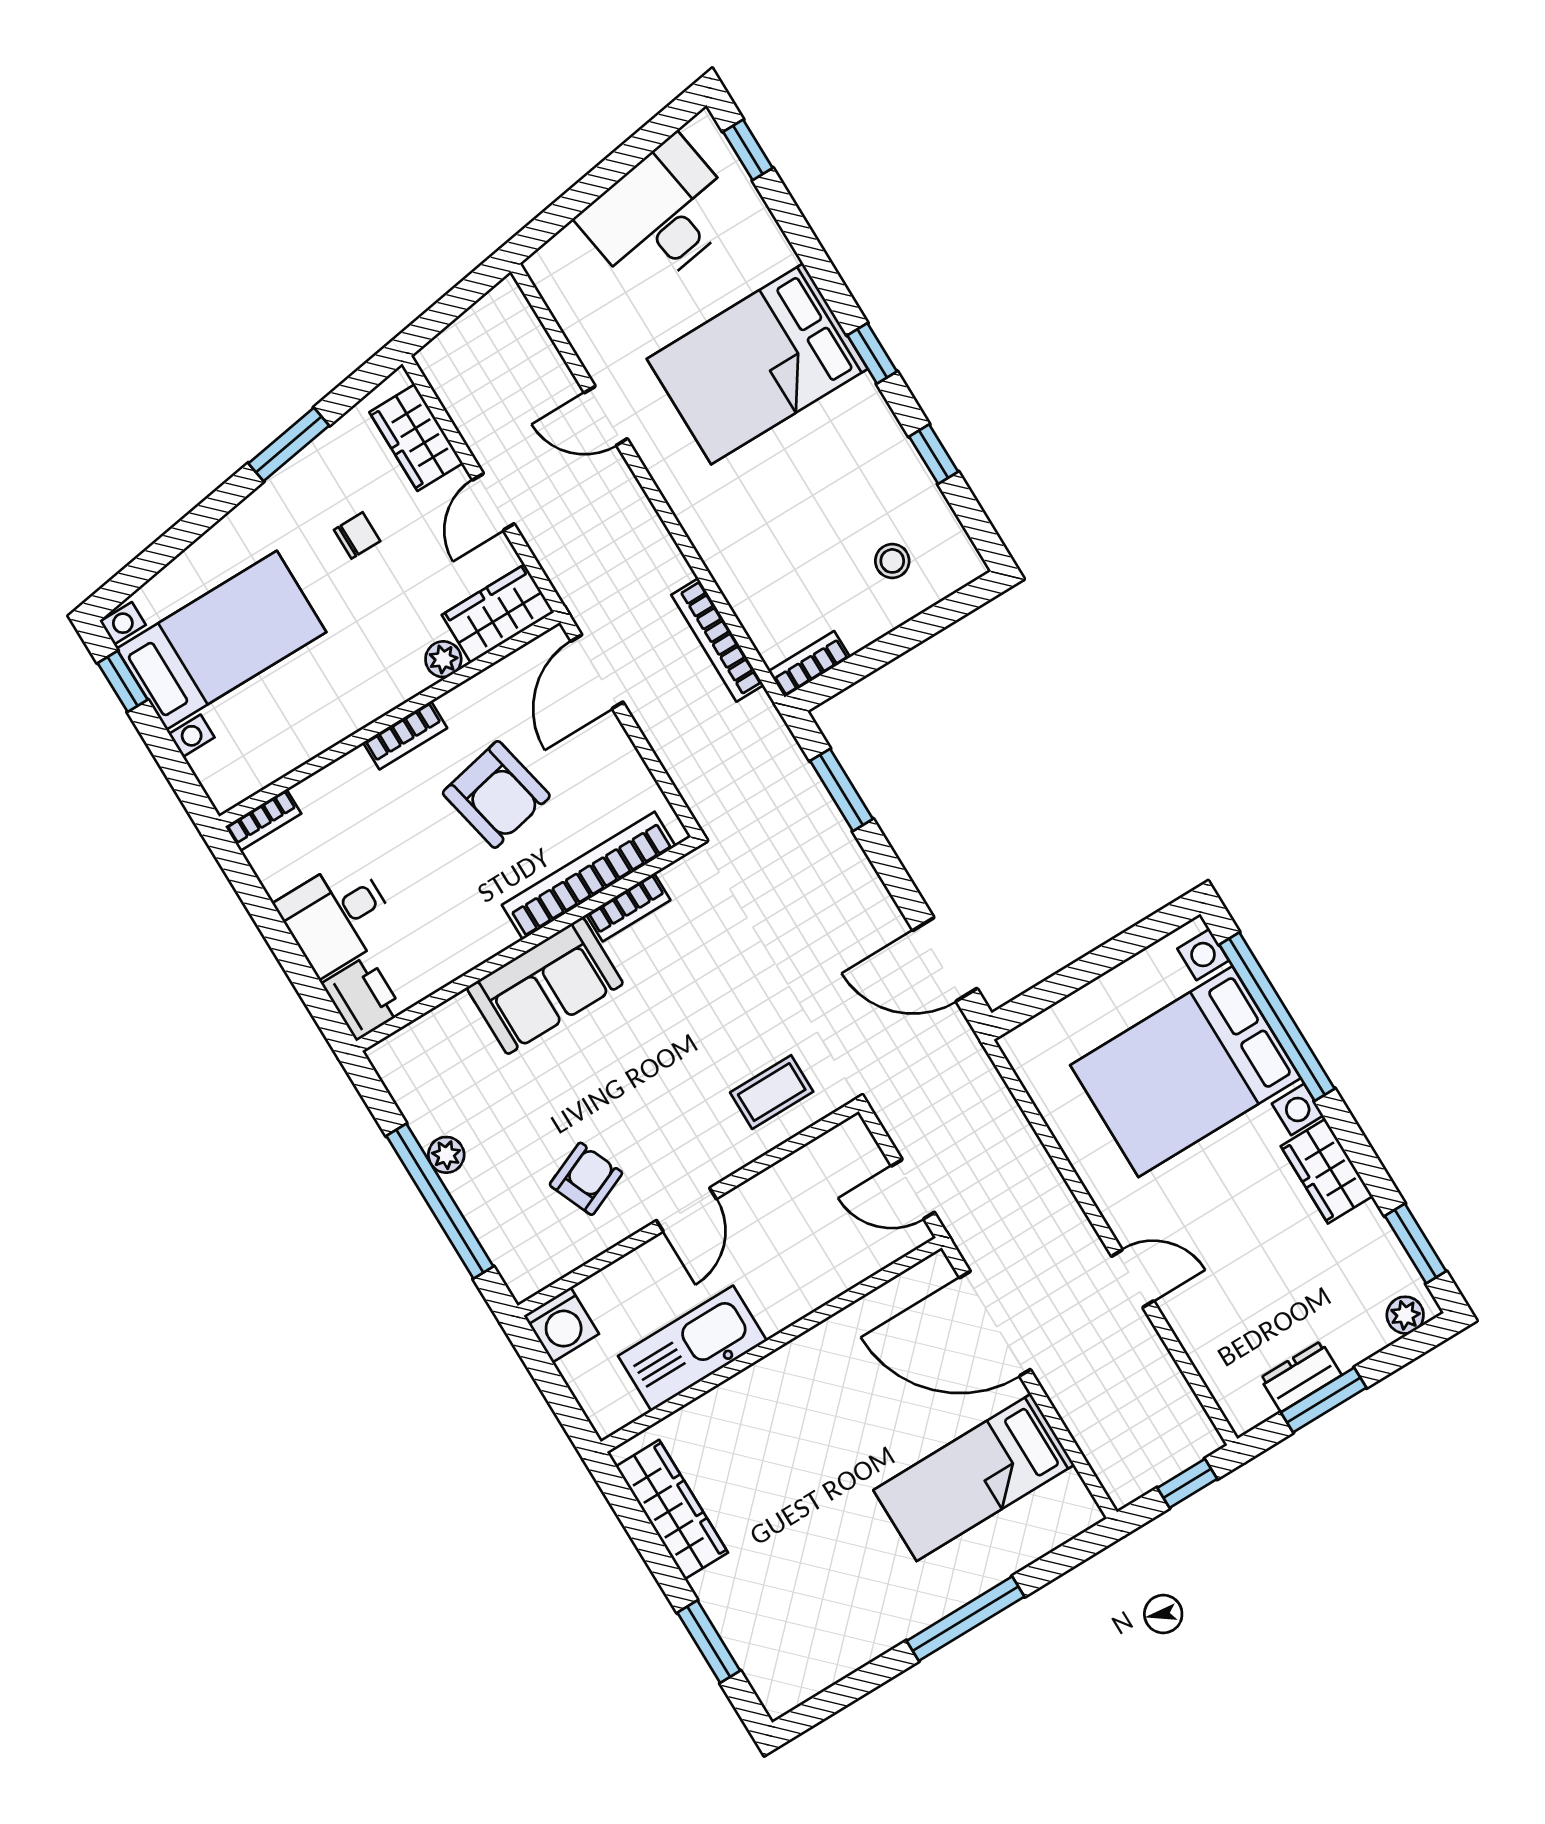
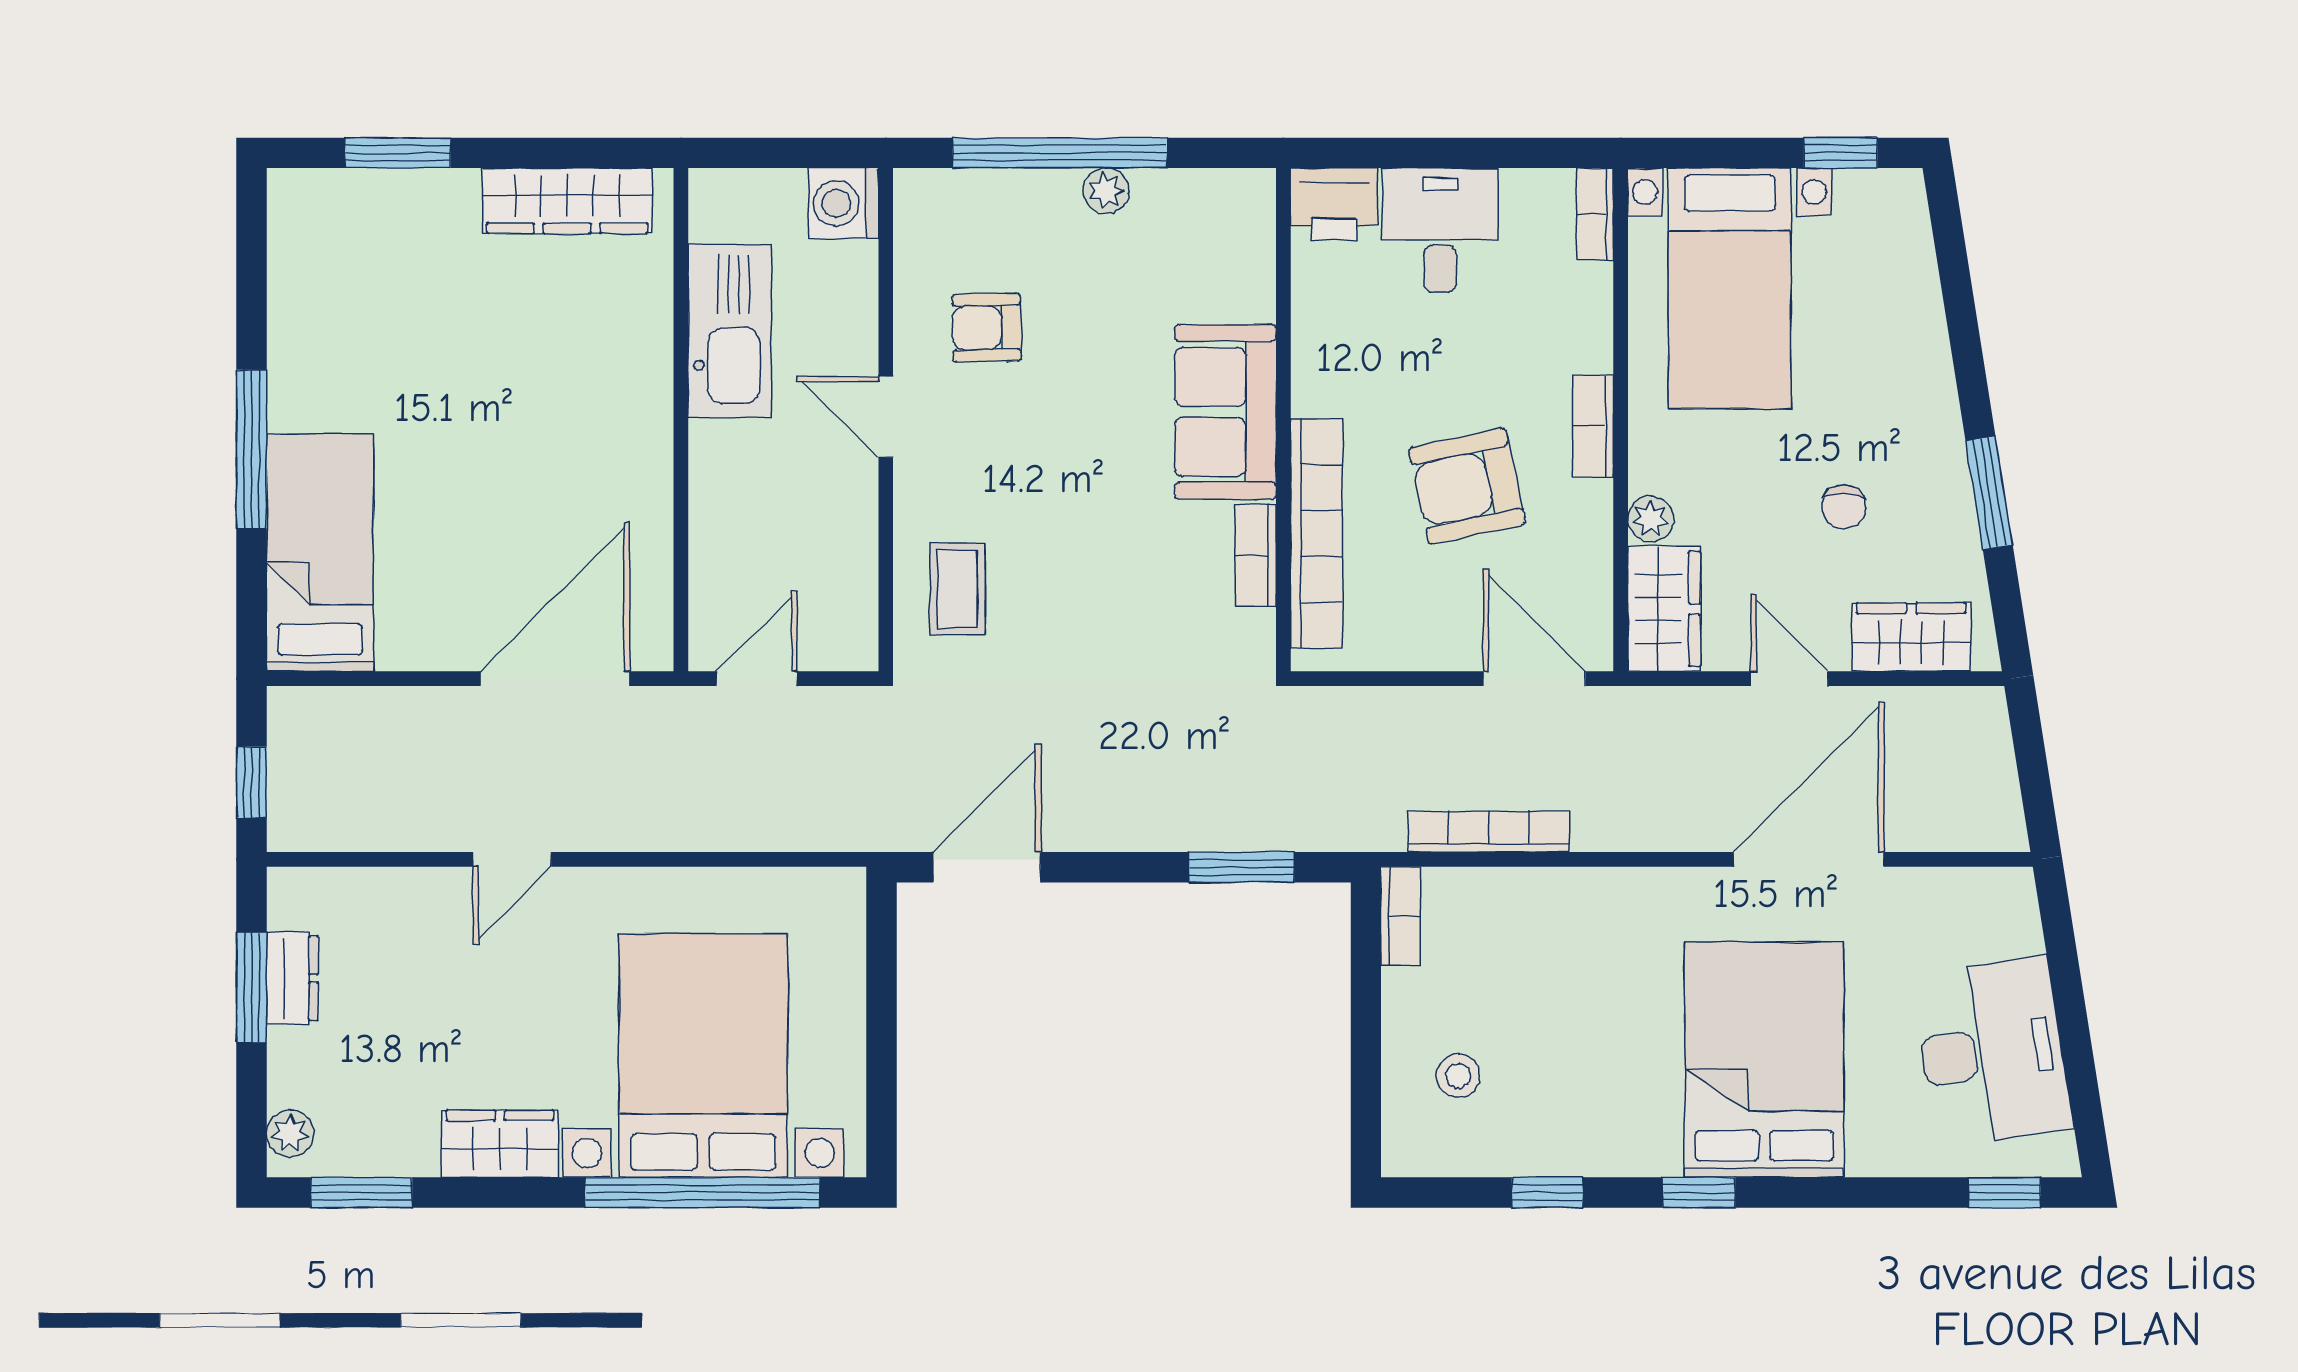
door: (606, 416) -> (1809, 859), width x1.87
bed with nightstands: (221, 640) -> (1730, 288), moved
armchair: (586, 1179) -> (987, 328), turned 112
bed: (974, 1477) -> (320, 553), moved

